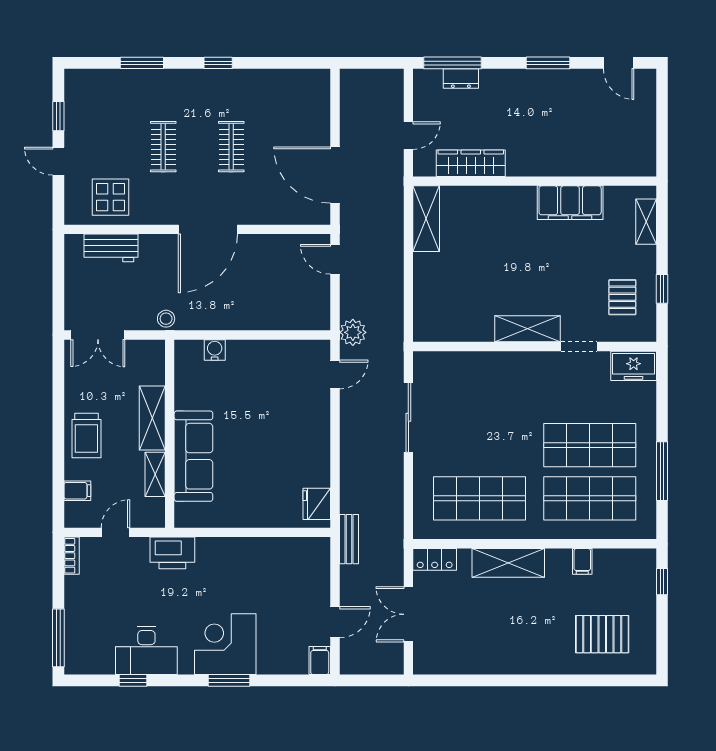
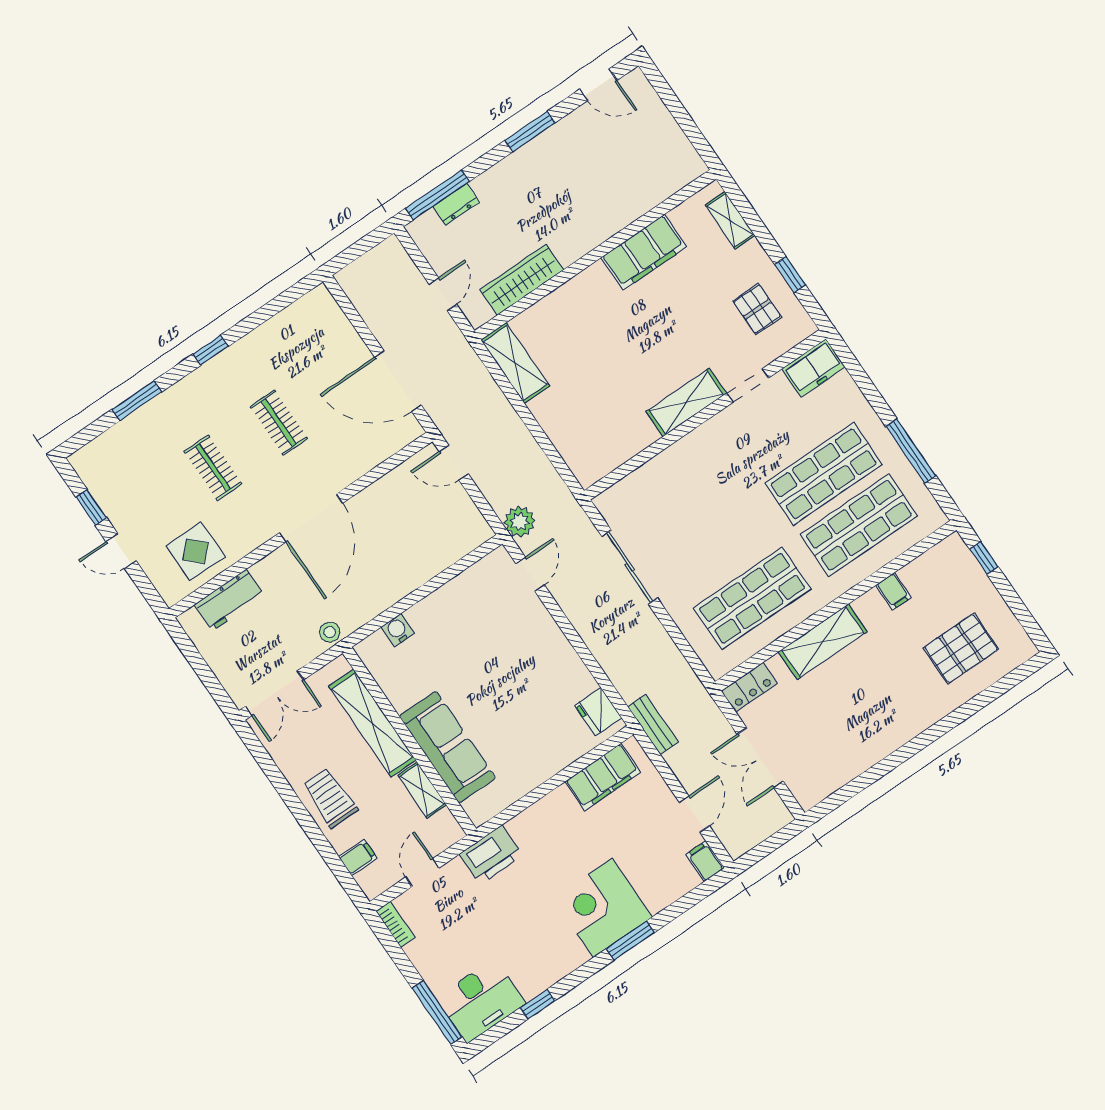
shelving: (152, 418) -> (372, 723), width x1.47
trolley: (86, 435) -> (330, 798), turned 180
filing cabinet: (288, 552) -> (603, 777), added
desk: (146, 651) -> (481, 1001), moved

